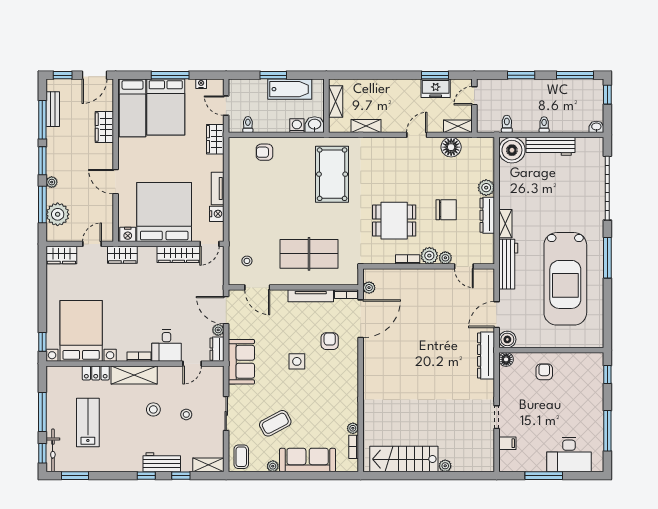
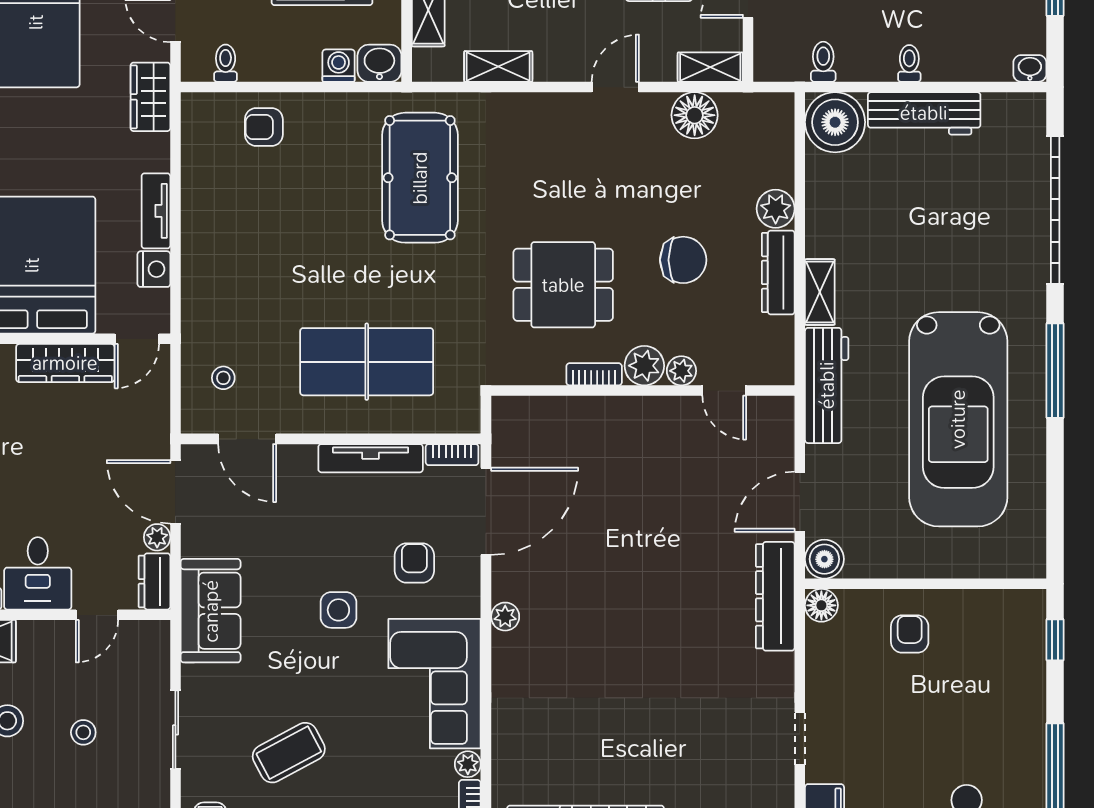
plant: (369, 288) -> (505, 617), moved
corner sofa: (338, 393) -> (435, 684), added

